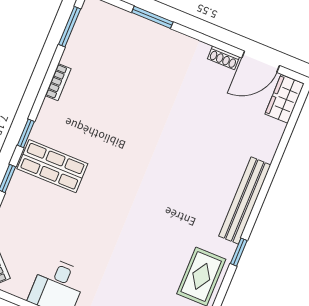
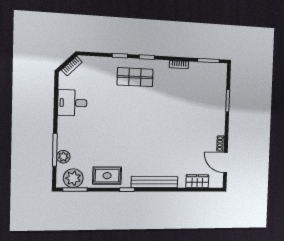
wardrobe: (284, 99) -> (197, 181), moved
shop shelf: (52, 166) -> (135, 77), turned 90

